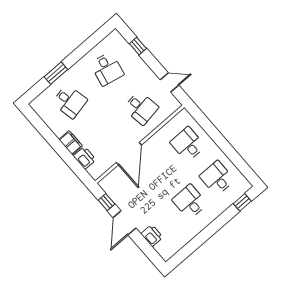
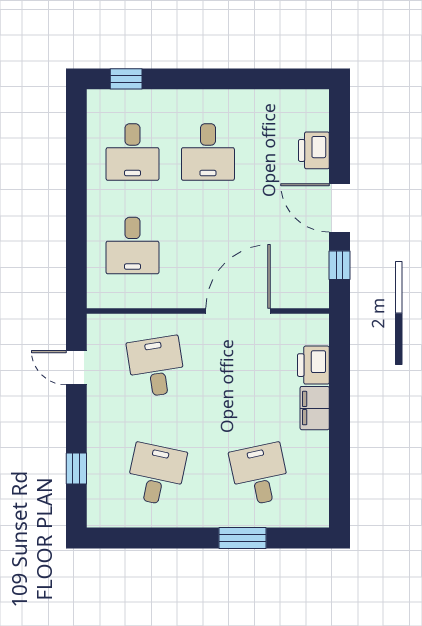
door: (125, 223) -> (340, 208), swing flipped

